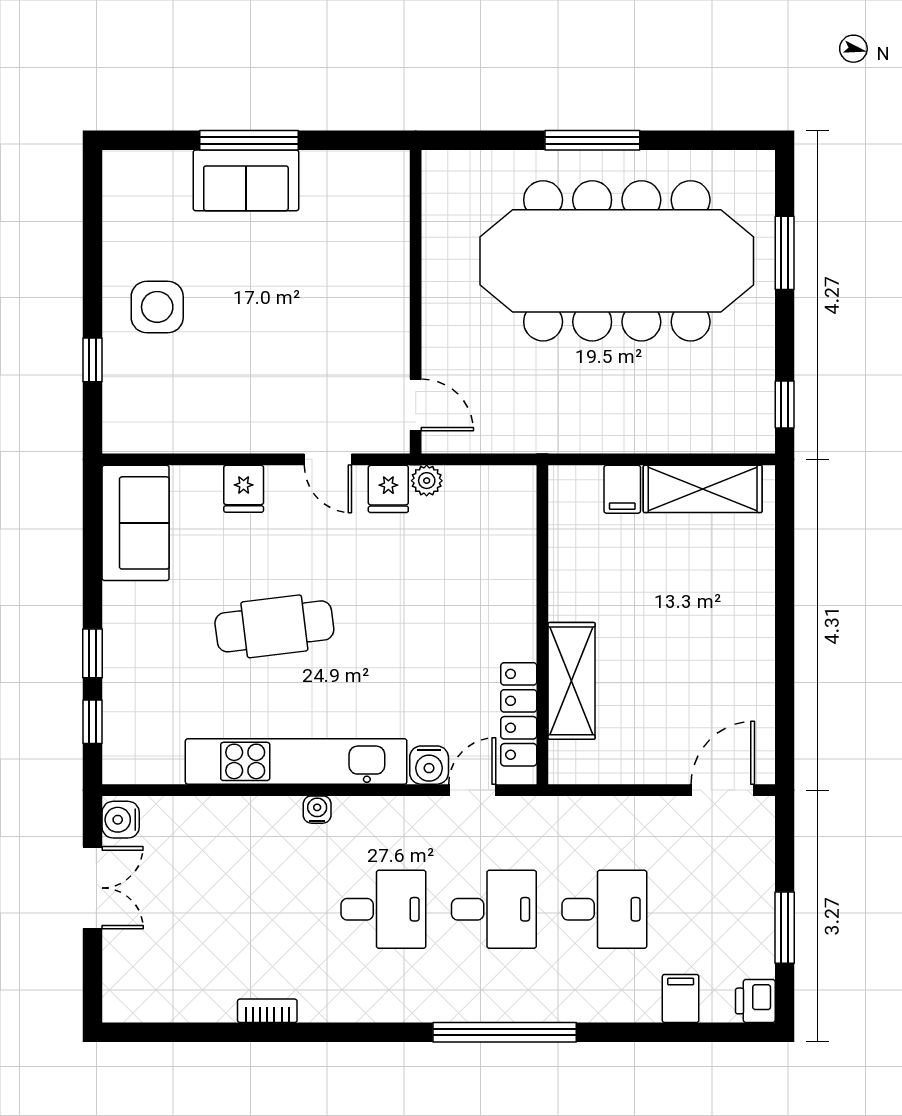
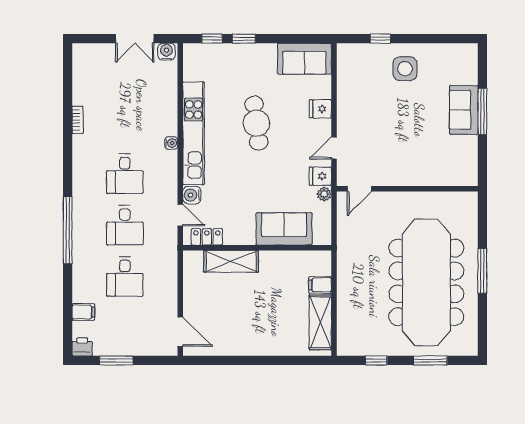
window: (785, 405) -> (376, 360), moved
sofa: (502, 567) -> (284, 229), added
locker: (519, 714) -> (207, 237), width x0.66

